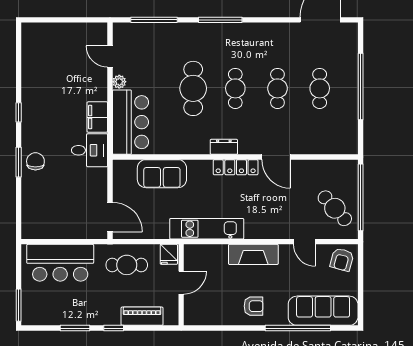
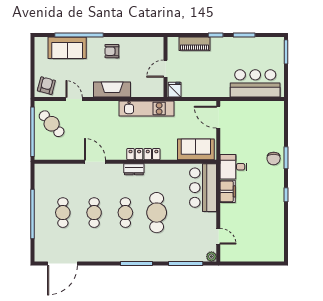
plant: (119, 82) -> (211, 257), moved
locker: (236, 167) -> (143, 154), moved
sofa: (162, 174) -> (196, 149), moved
cafe table: (127, 265) -> (206, 82), removed
sofa: (323, 311) -> (67, 48), width x0.73

